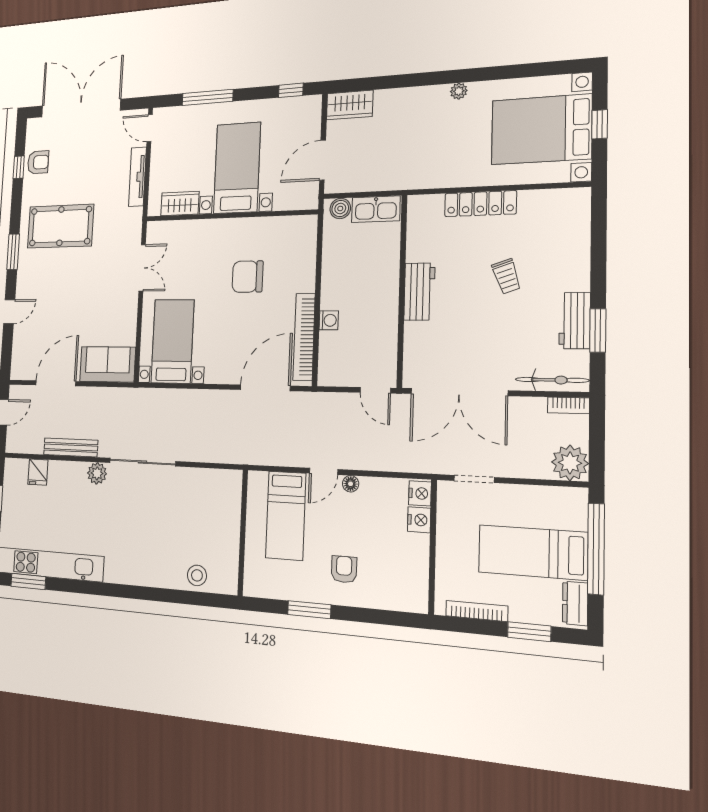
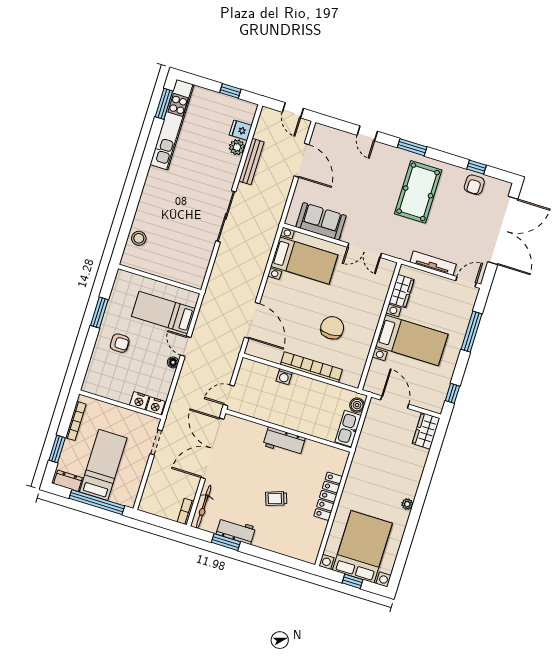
bookcase: (304, 337) -> (311, 367), moved
sofa: (107, 364) -> (321, 221), moved, turned -90
plant: (570, 463) -> (151, 502), removed
plant: (97, 473) -> (237, 147), moved

